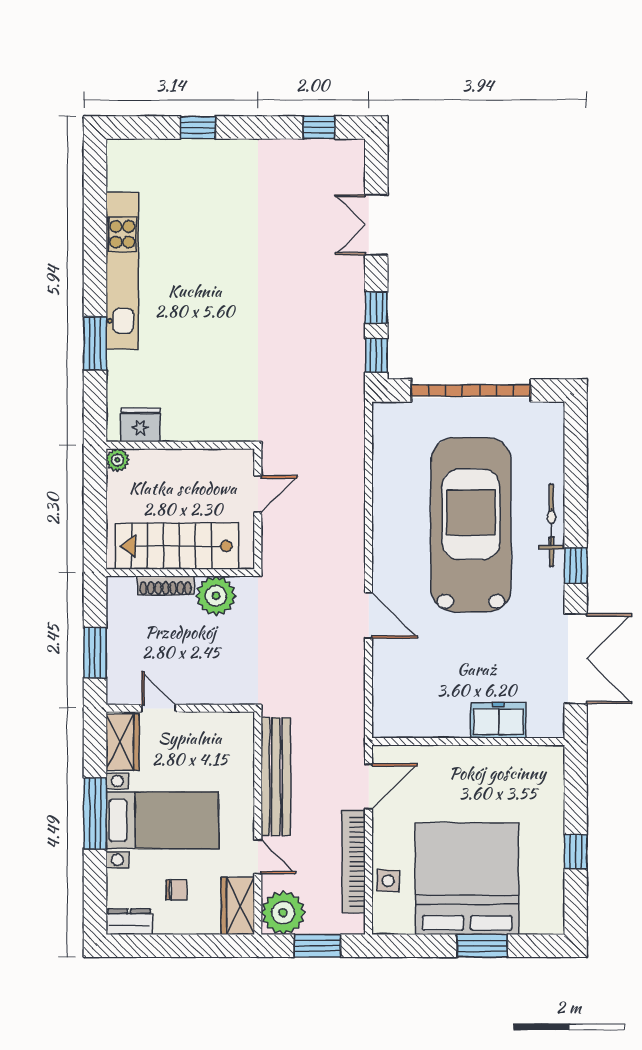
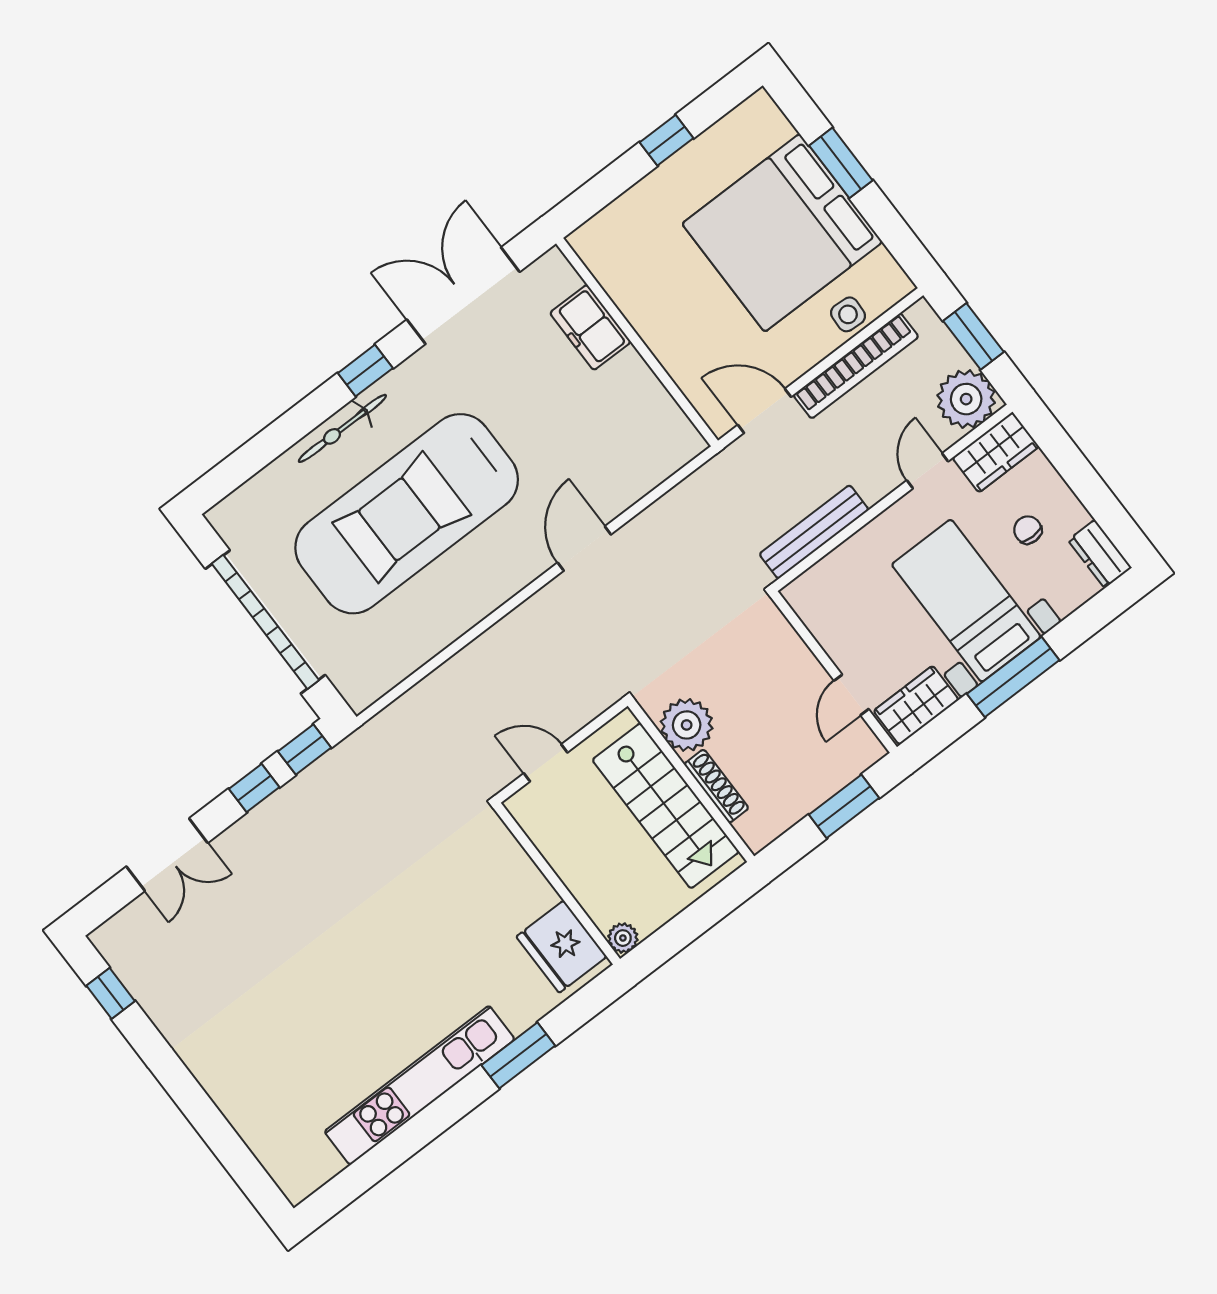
window: (198, 127) -> (208, 1121), removed
fridge: (140, 425) -> (562, 947), width x1.36, depth x1.34
bench: (276, 776) -> (814, 532), width x0.73, depth x0.82

